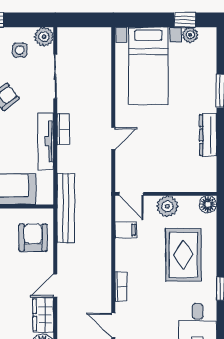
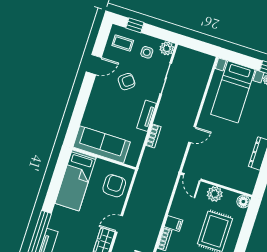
bookcase: (63, 129) -> (153, 136), moved
tv unit: (46, 141) -> (146, 116), width x0.71
bench: (66, 208) -> (144, 172), removed
filing cabinet: (126, 230) -> (173, 223), moved

